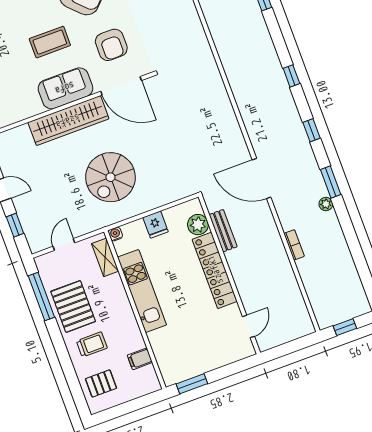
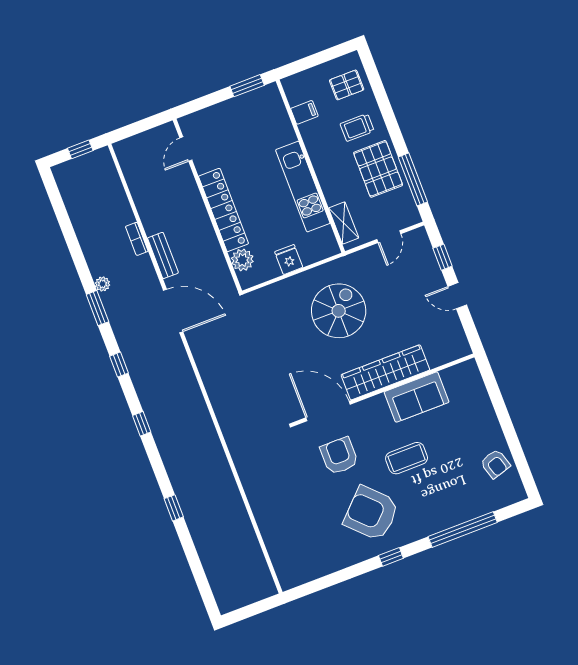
sofa: (65, 88) -> (417, 397), moved
bench: (223, 231) -> (163, 255), moved
water cooler: (115, 234) -> (333, 249), removed

